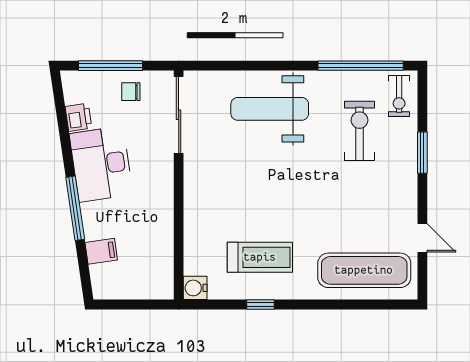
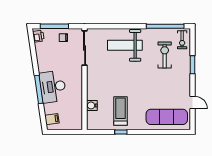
printer: (78, 117) -> (38, 36), moved
desk: (101, 164) -> (53, 87), moved
filing cabinet: (101, 251) -> (52, 119), moved
treadmill: (260, 257) -> (121, 111), turned -90
water cooler: (195, 288) -> (92, 105), moved

